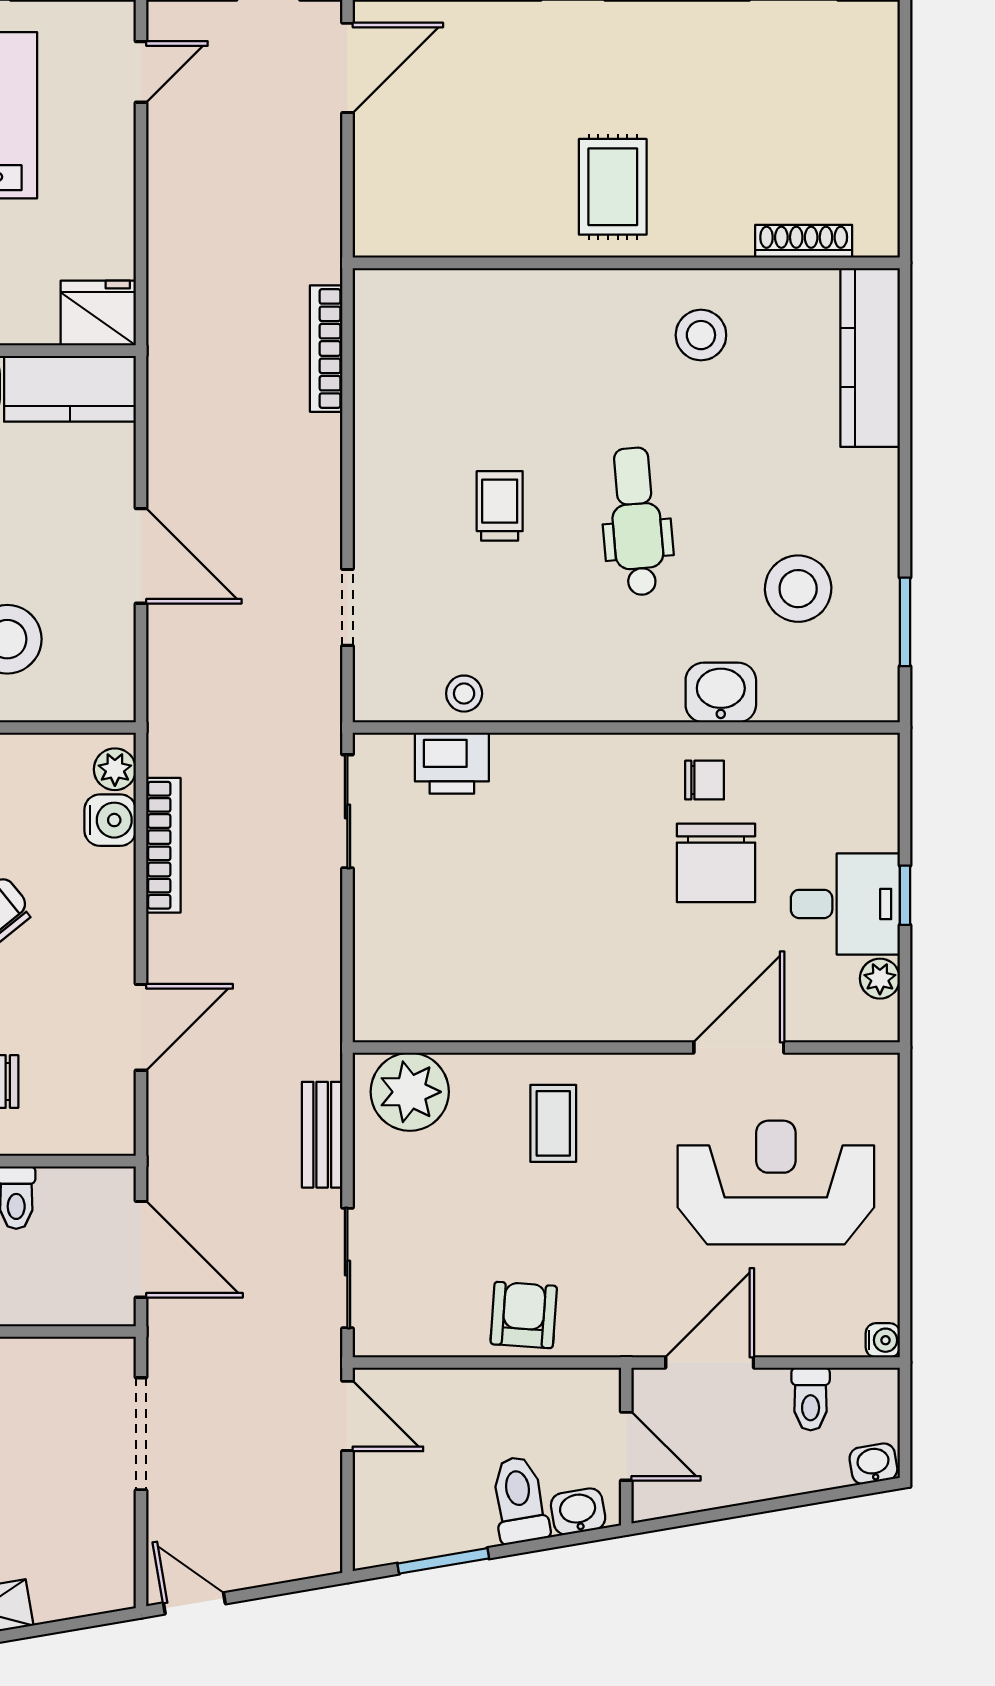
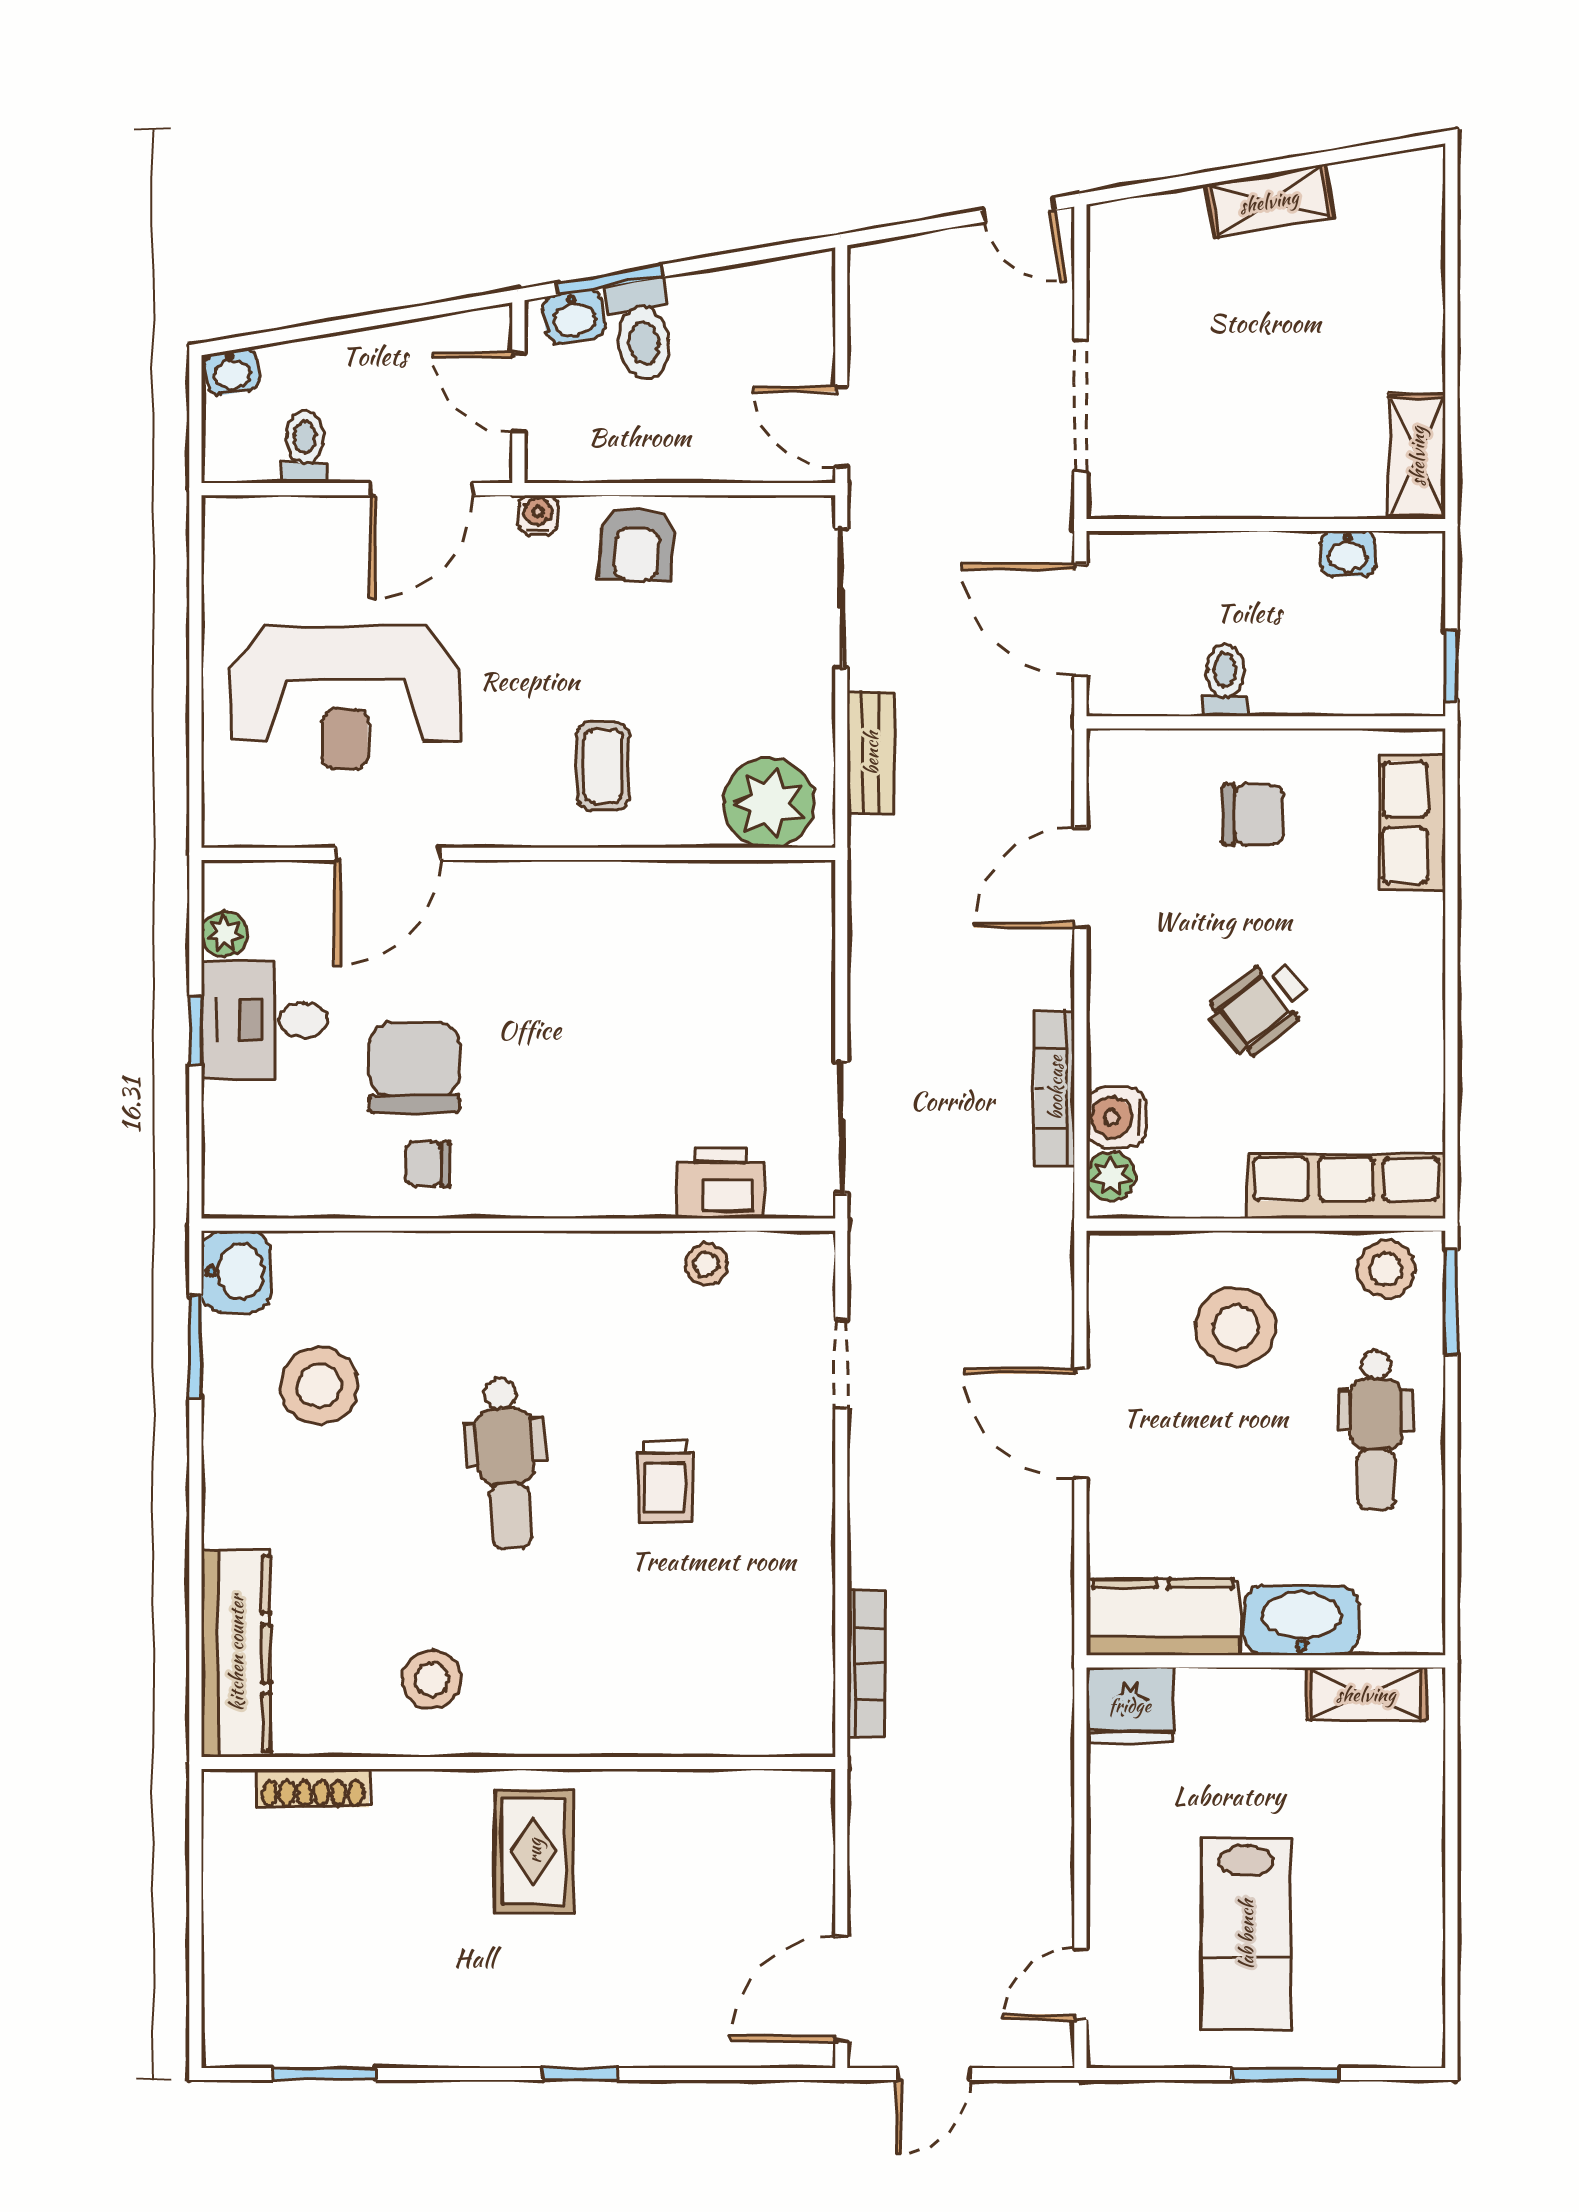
washbasin: (721, 692) -> (236, 1272), moved, turned -90
water cooler: (883, 1340) -> (538, 515), moved, turned 90
window: (443, 1561) -> (610, 280), moved

